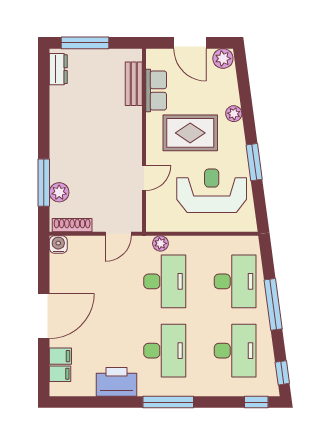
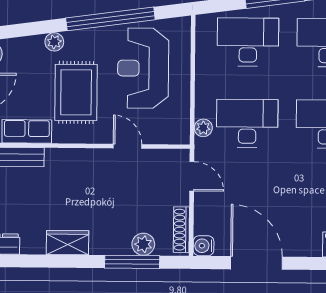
wardrobe: (60, 127) -> (68, 243), added
window: (254, 162) -> (110, 19), width x2.11
door: (44, 316) -> (256, 263), moved

